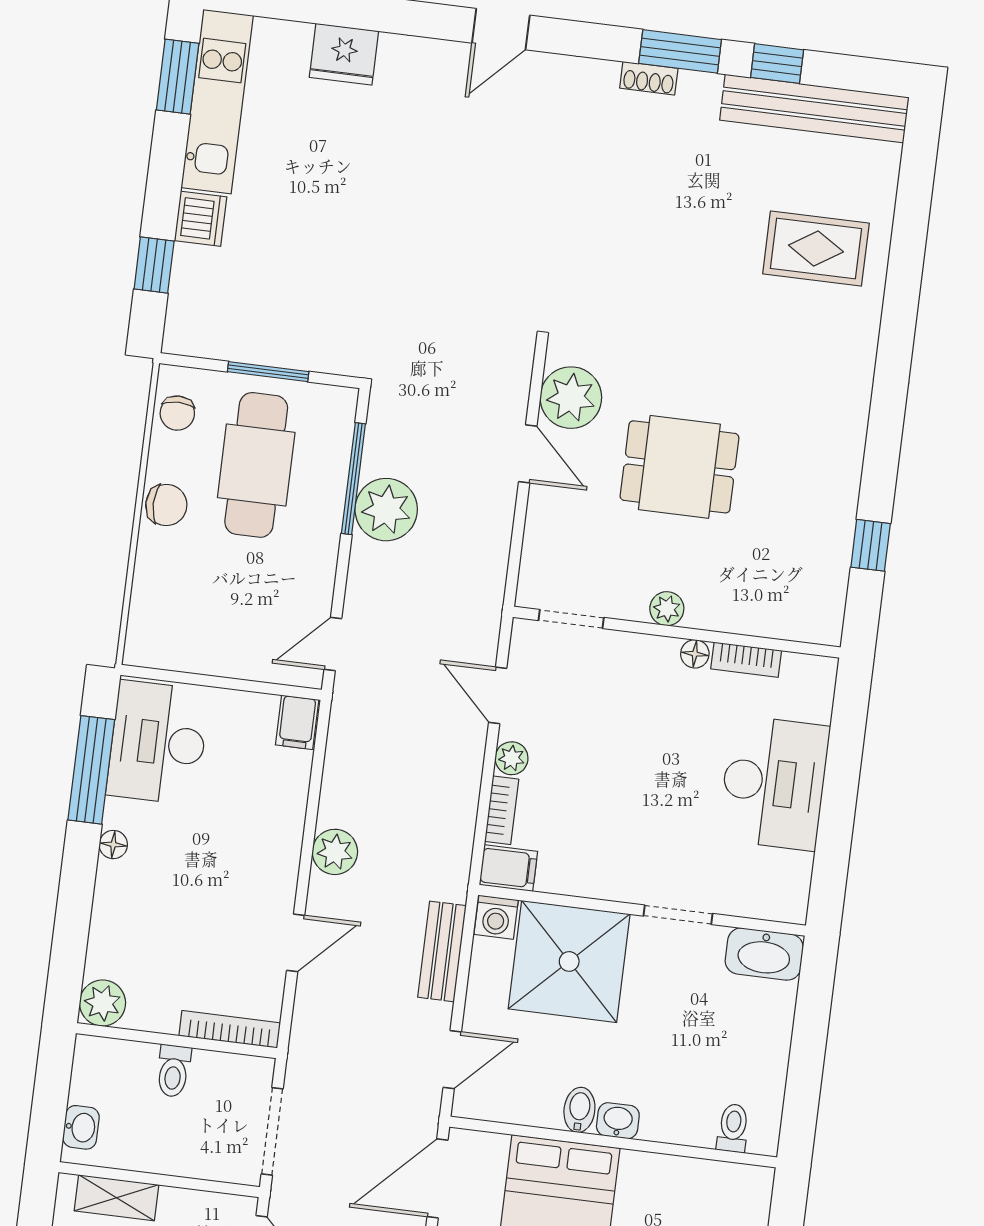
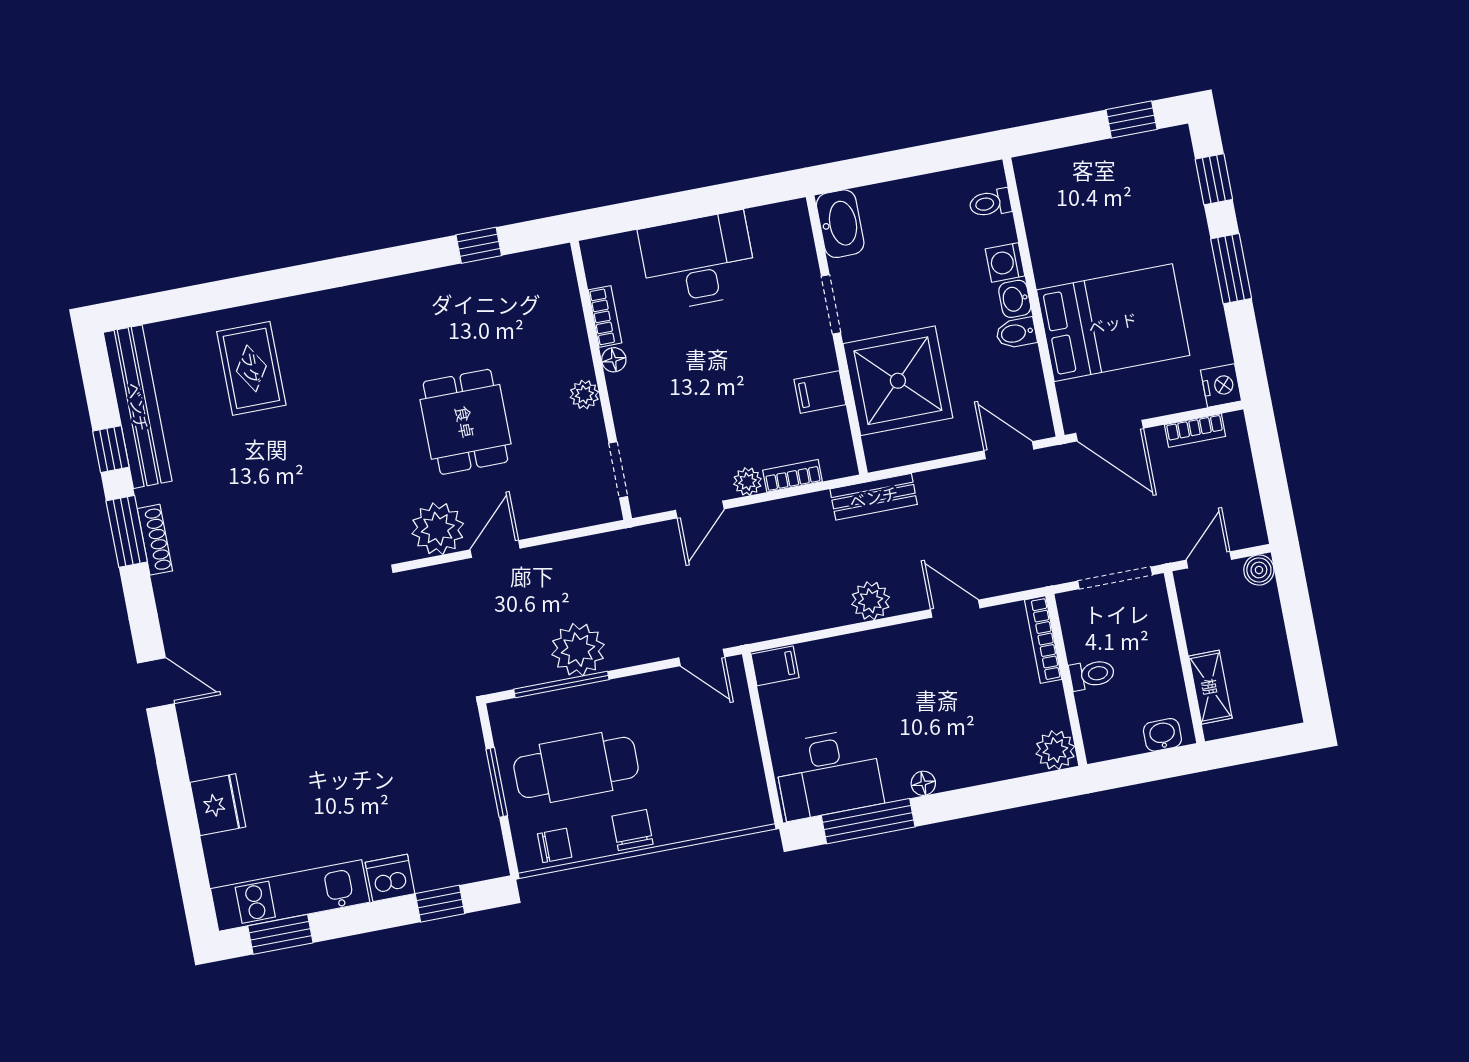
shoe rack: (649, 78) -> (155, 540), width x1.43
filing cabinet: (508, 868) -> (820, 392), moved, turned -90
washing machine: (496, 917) -> (1005, 262), moved, turned 180
bench: (442, 951) -> (874, 497), moved

